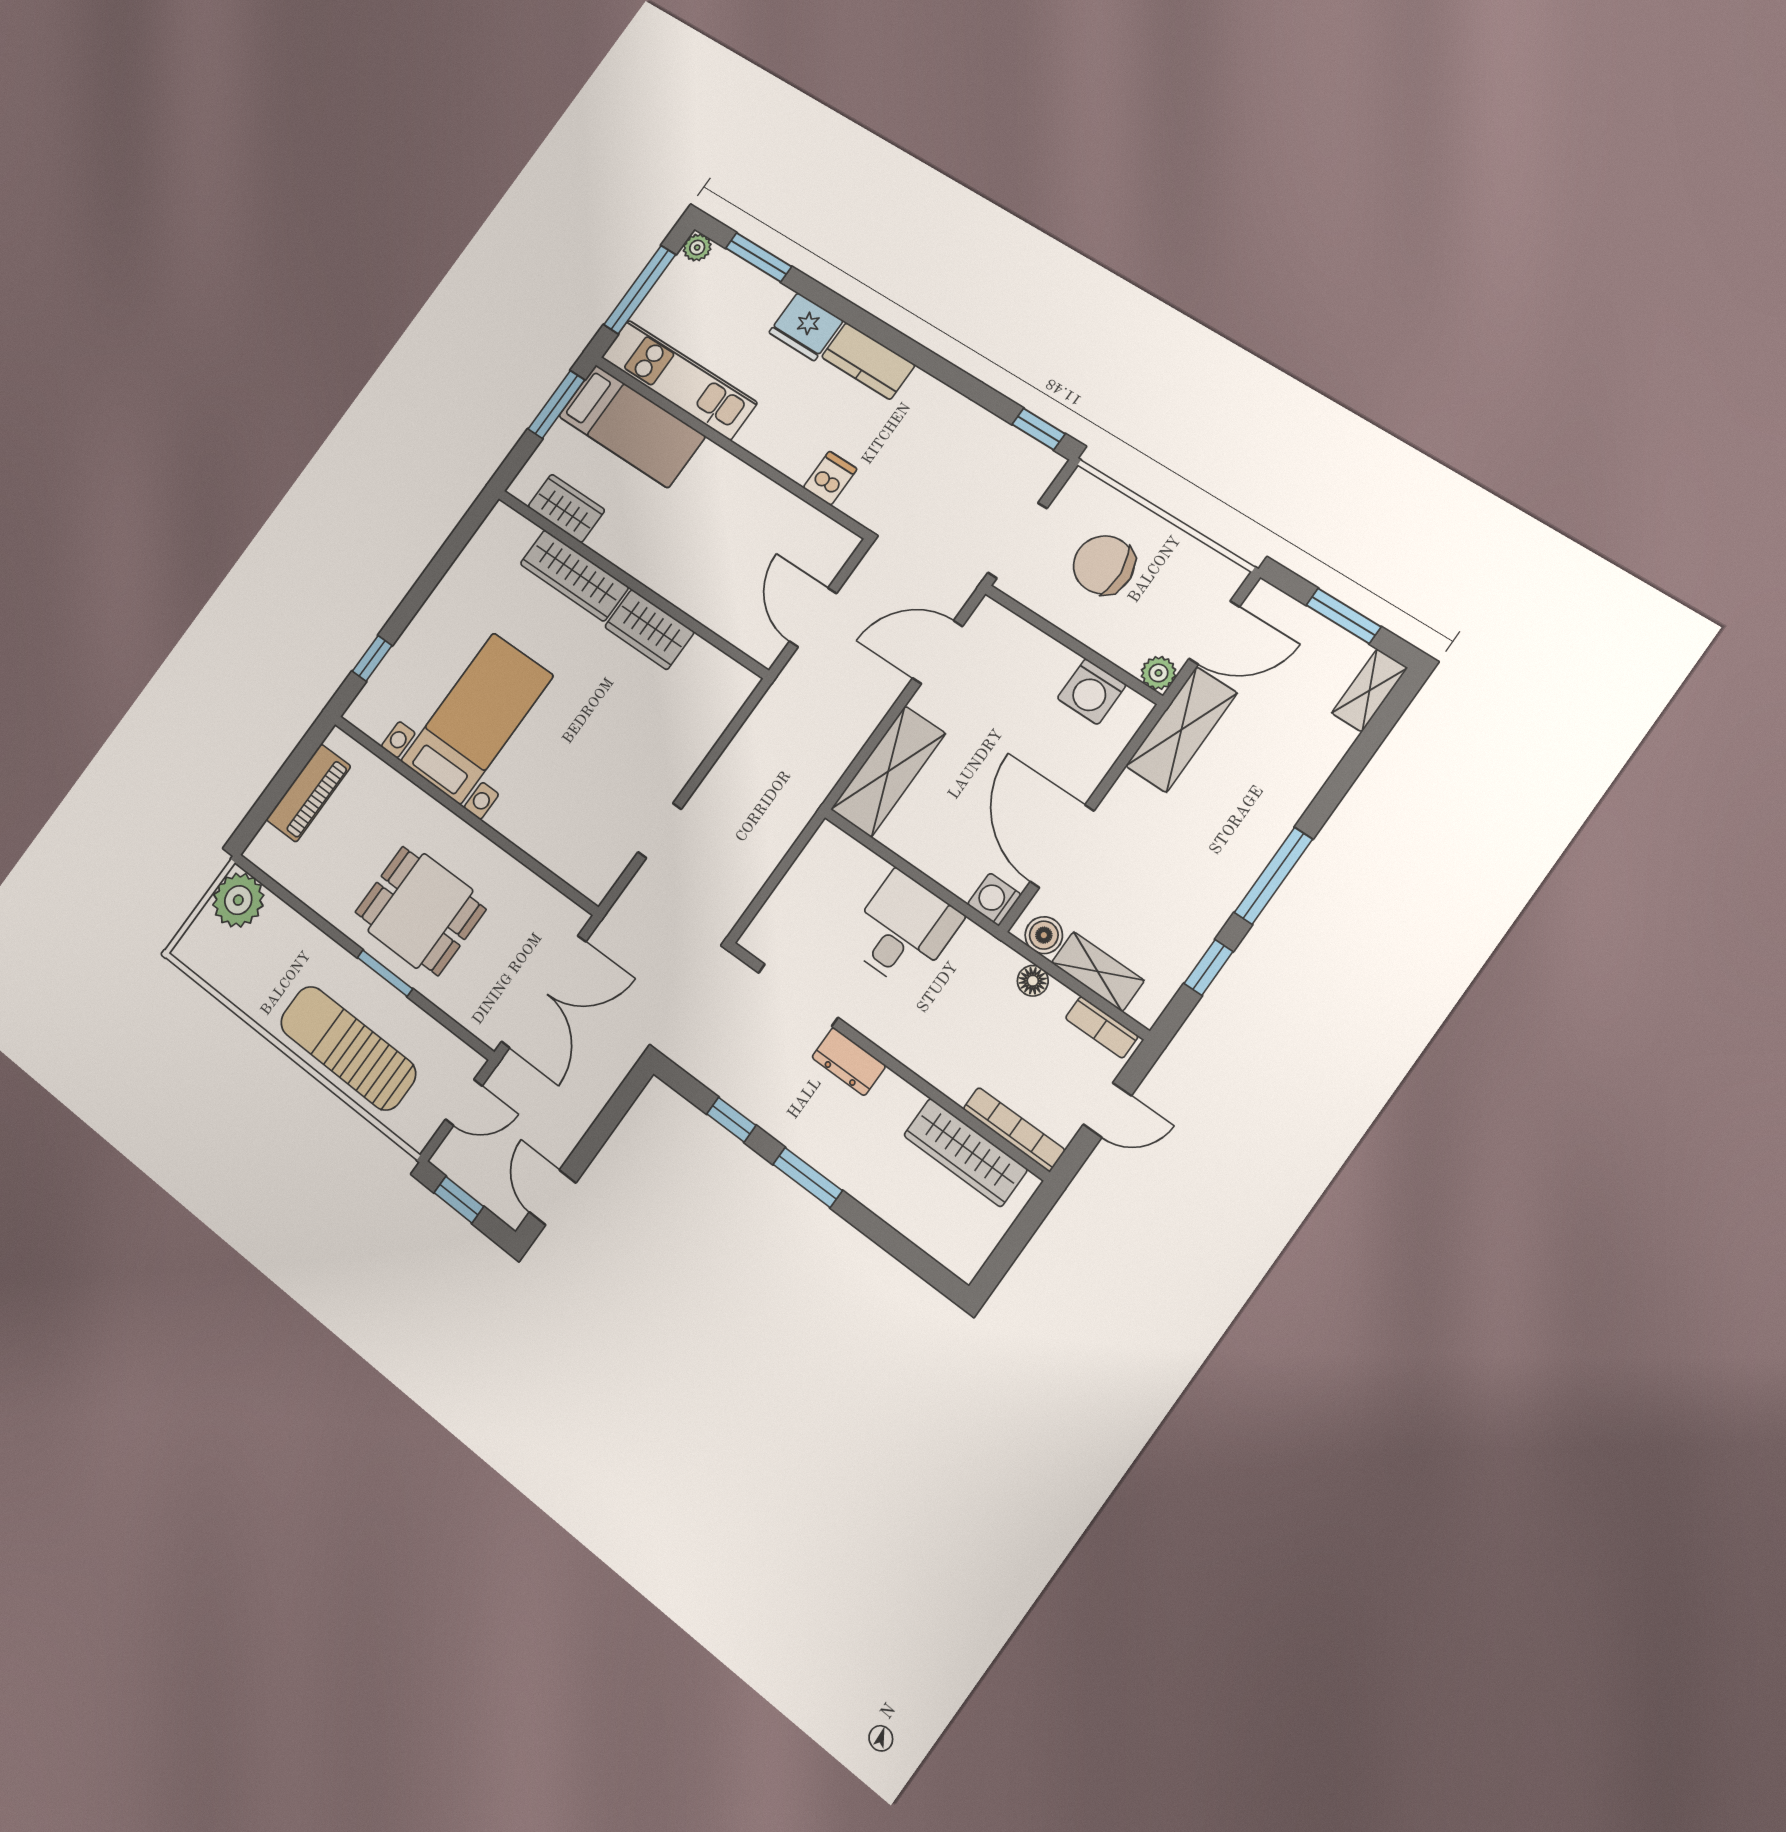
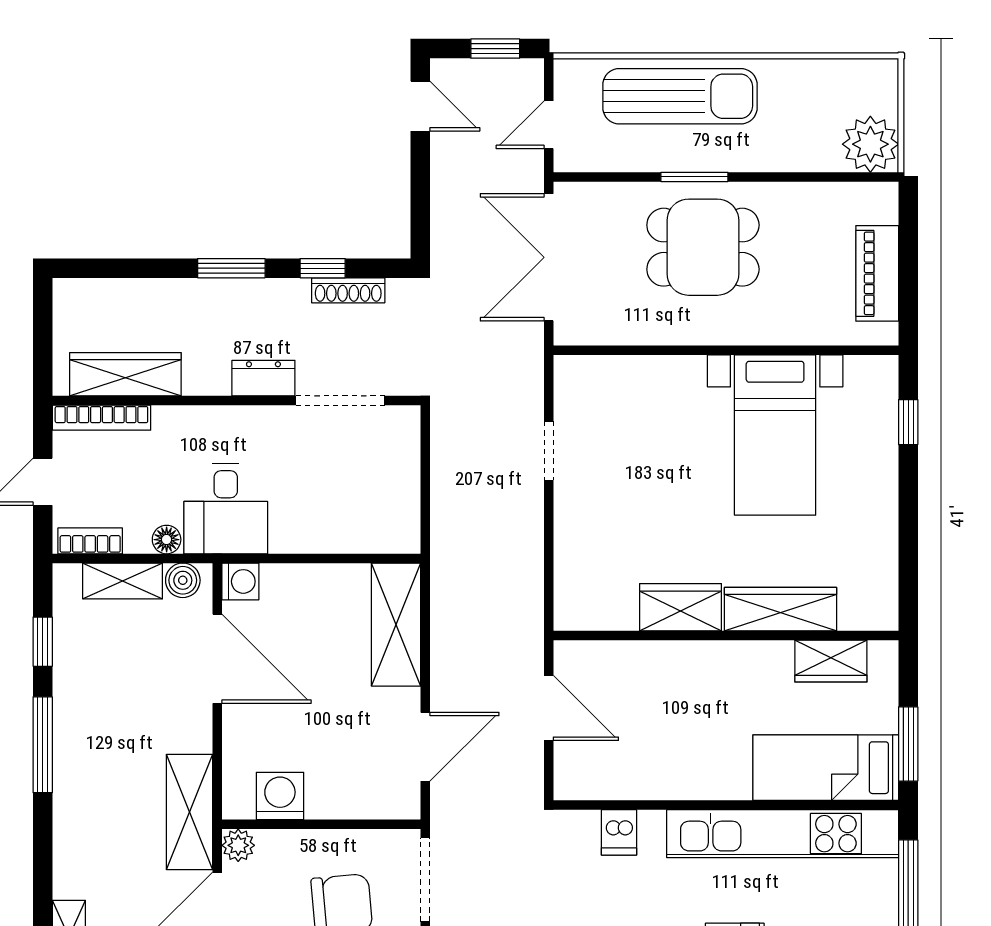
kitchen unit: (679, 380) -> (783, 834), width x1.36
desk: (903, 930) -> (226, 509), moved
shoe rack: (724, 1085) -> (348, 290), added

